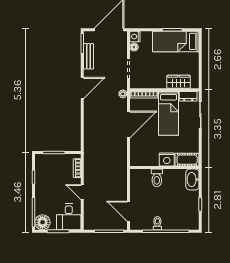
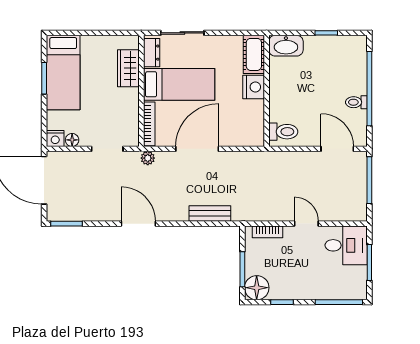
bench: (88, 56) -> (210, 213), moved
door: (129, 124) -> (197, 149), hinge flipped
toilet: (157, 178) -> (283, 132), moved
door: (82, 192) -> (306, 224), swing flipped
door: (129, 211) -> (337, 149), swing flipped
floor lamp: (42, 222) -> (257, 288), moved

